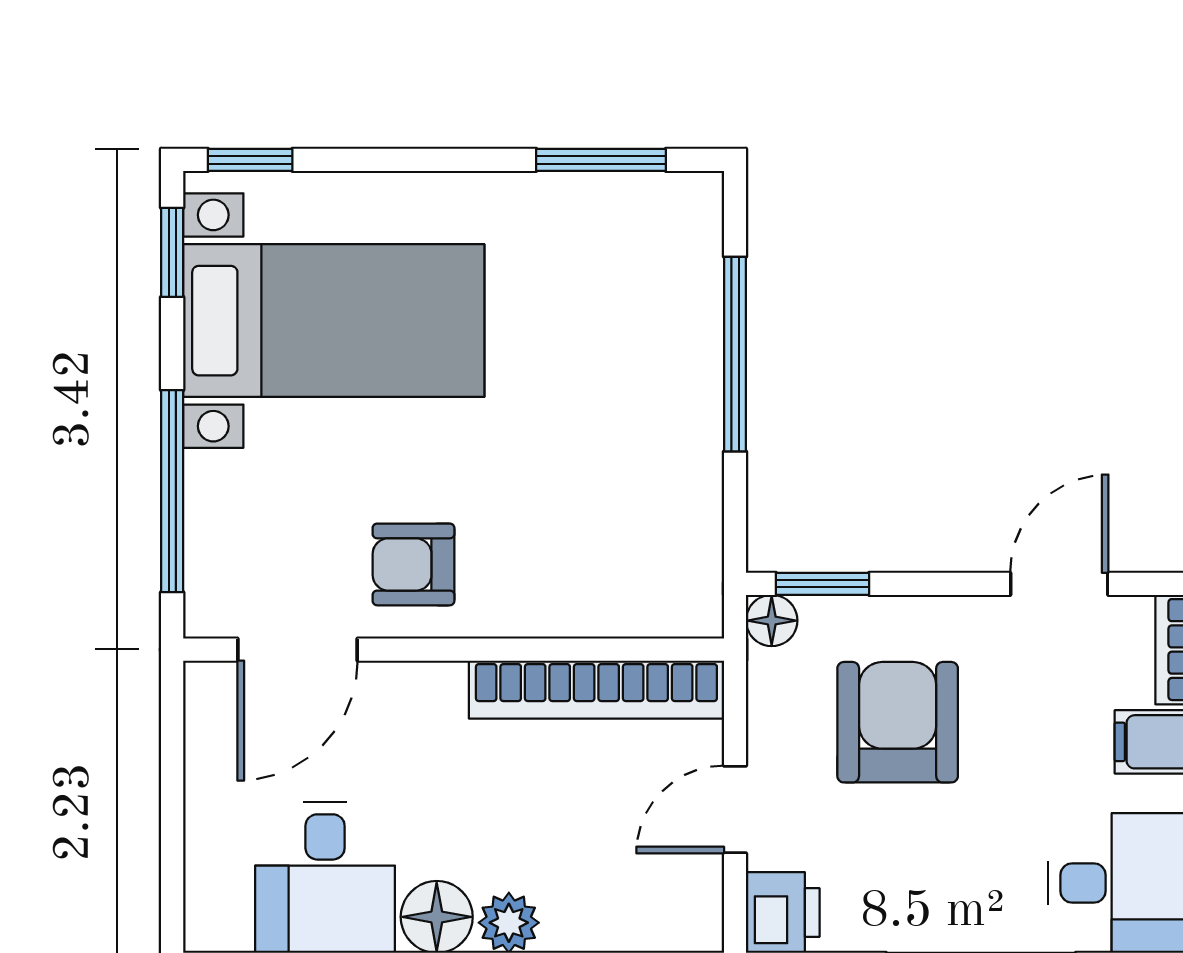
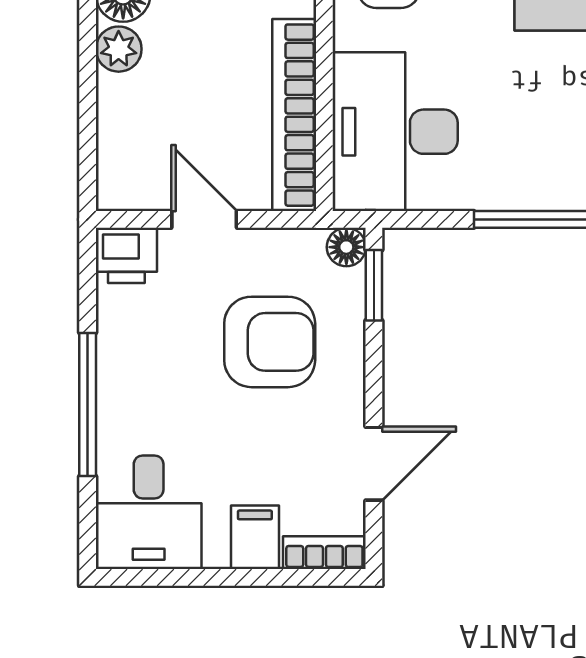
desk: (619, 556) -> (395, 132), added
door: (1059, 584) -> (374, 464), hinge flipped

